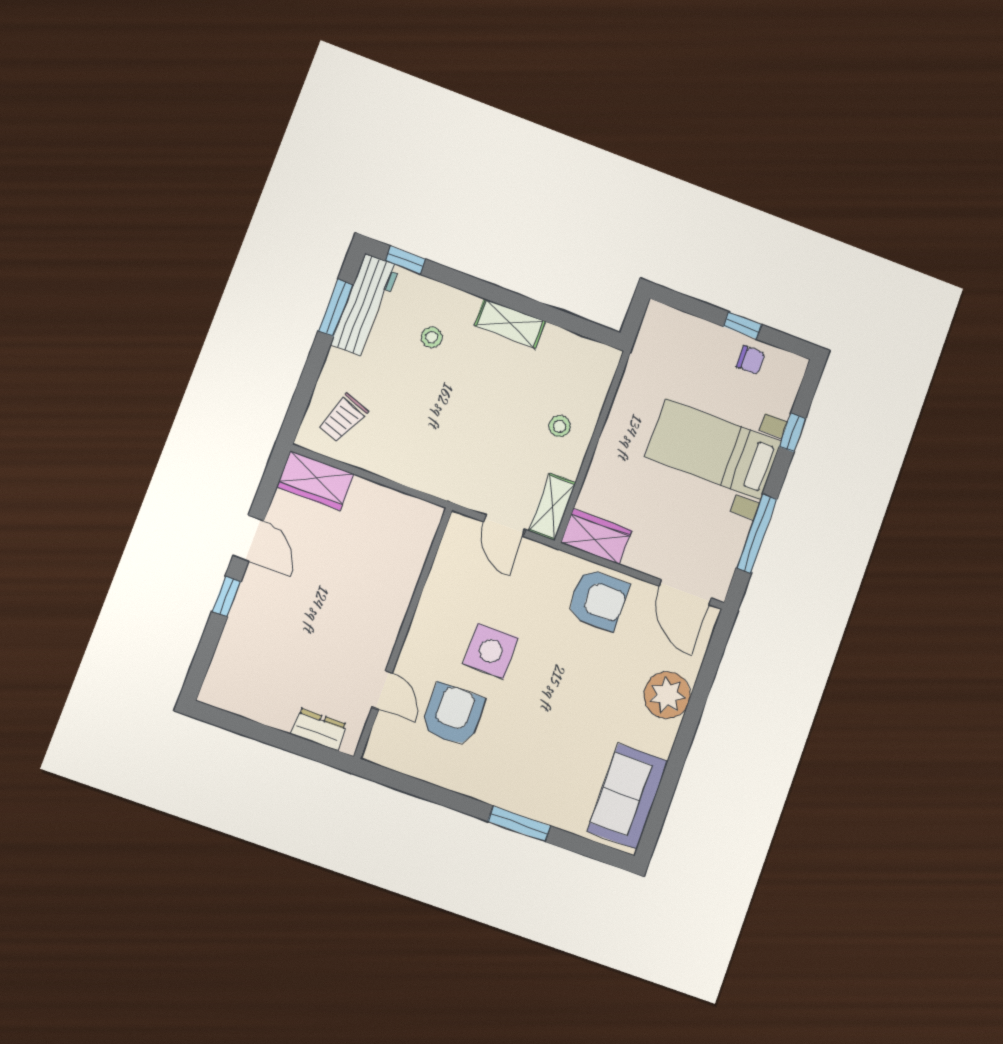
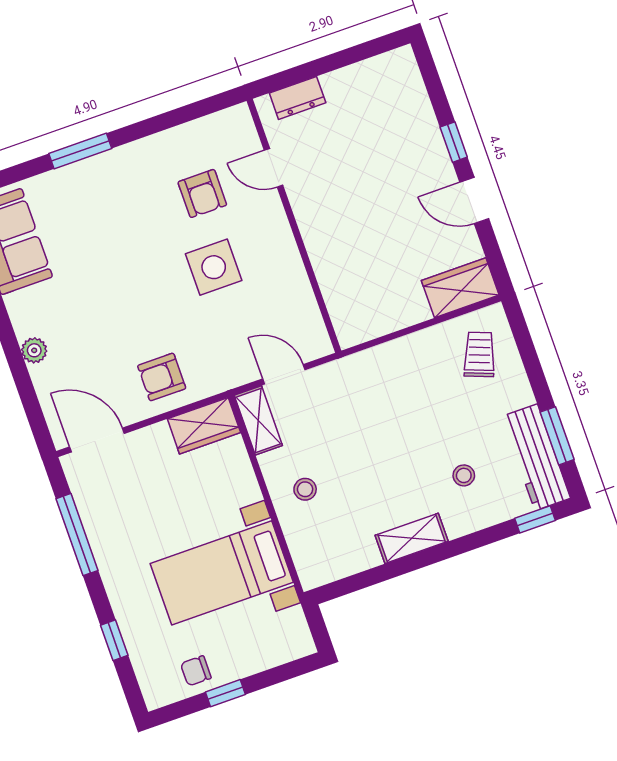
bed with nightstands: (713, 449) -> (222, 573), moved, turned 180
armchair: (598, 600) -> (162, 377), width x0.72, depth x0.72
plant: (667, 695) -> (34, 350), width x0.53, depth x0.53
armchair: (453, 715) -> (202, 193), width x0.72, depth x0.72

